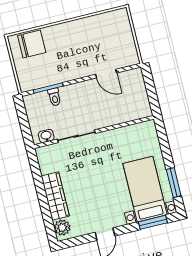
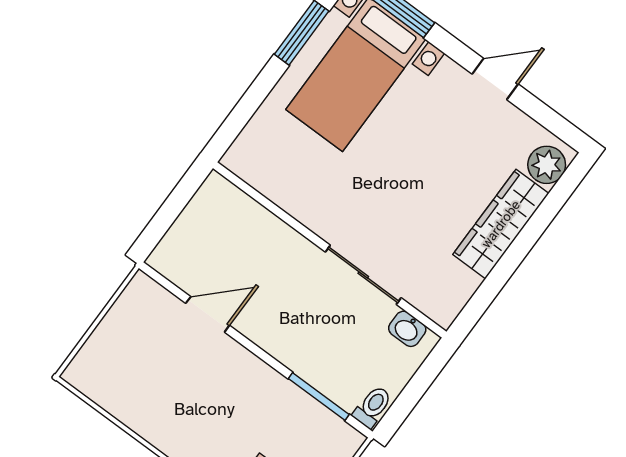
door: (106, 74) -> (208, 314), hinge flipped
toilet: (54, 97) -> (372, 407), moved

